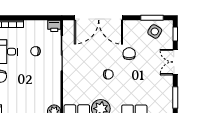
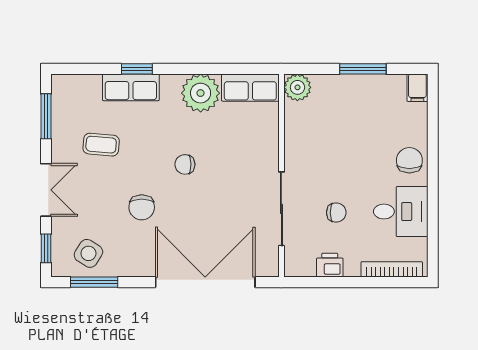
printer: (54, 26) -> (330, 265), moved
coffee table: (149, 84) -> (101, 145), added

